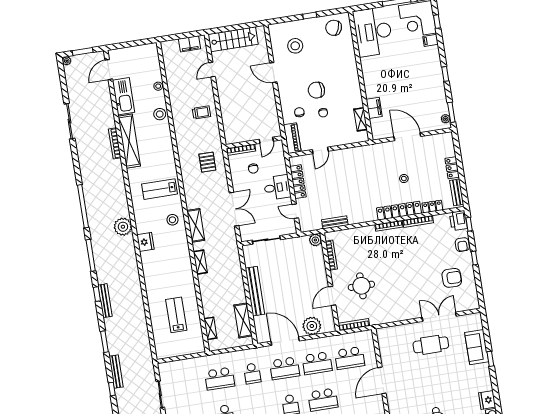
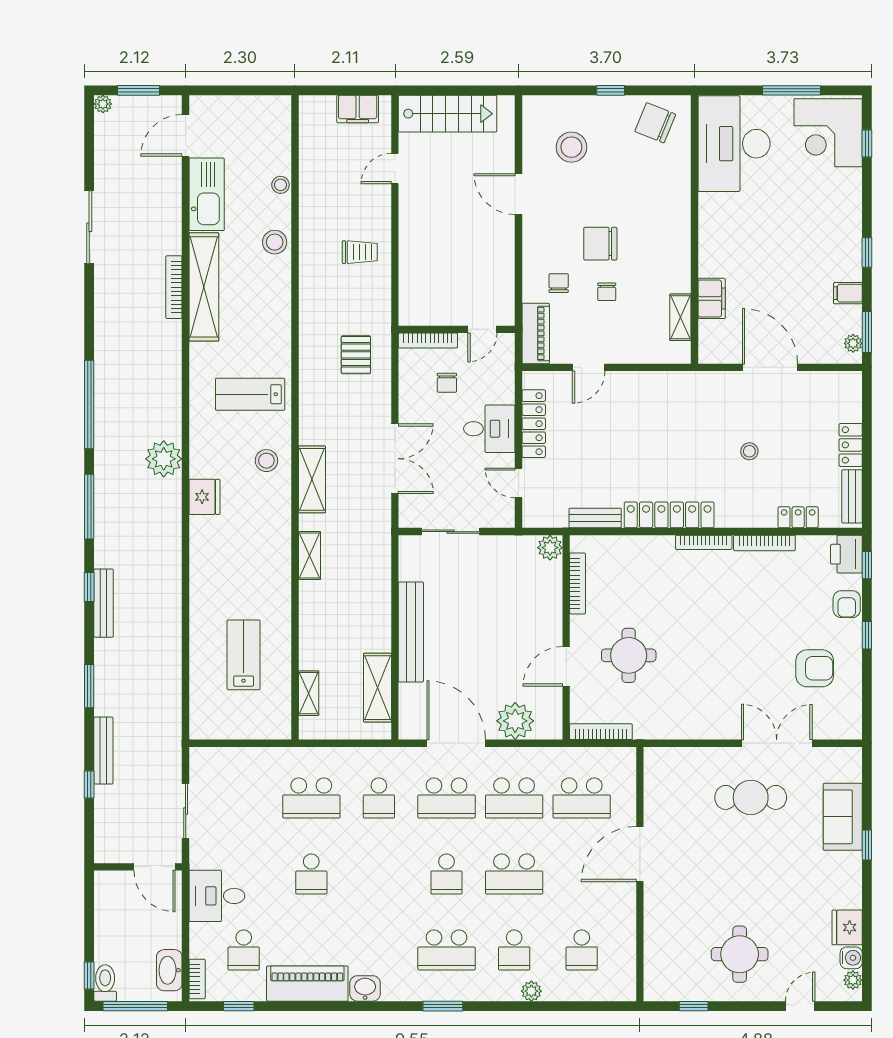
filing cabinet: (431, 40) -> (848, 293), moved
locker: (399, 211) -> (669, 515), moved

